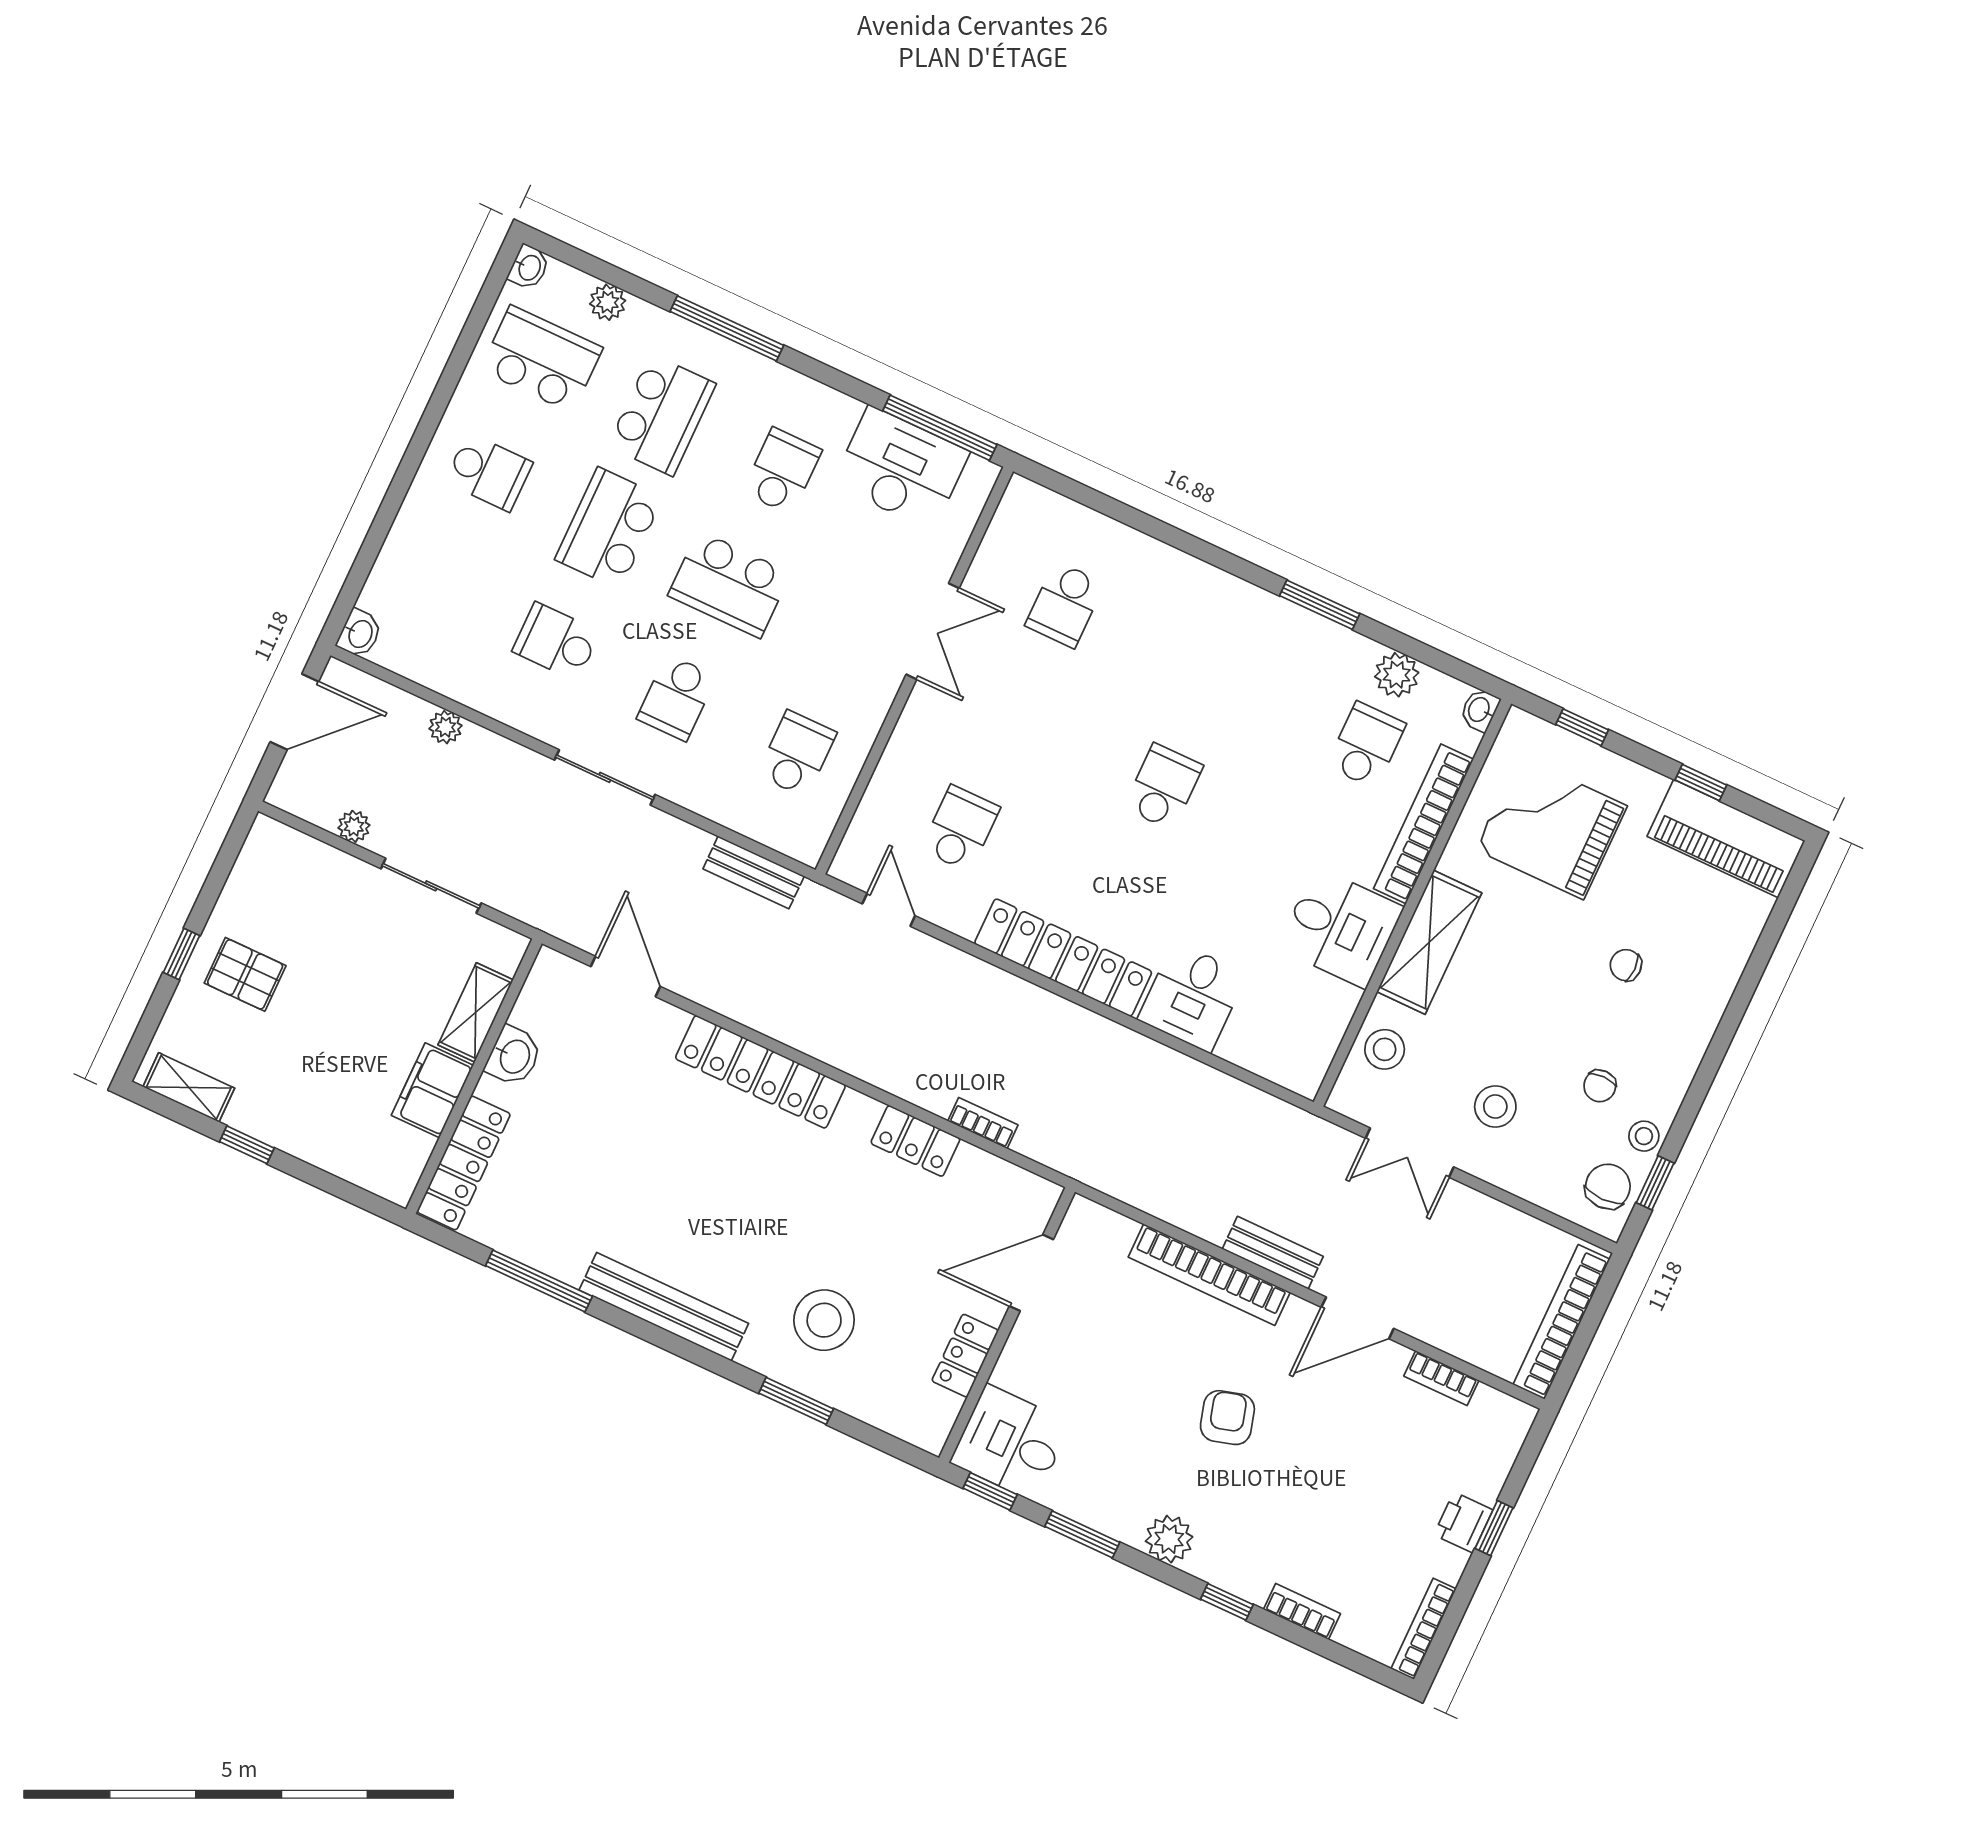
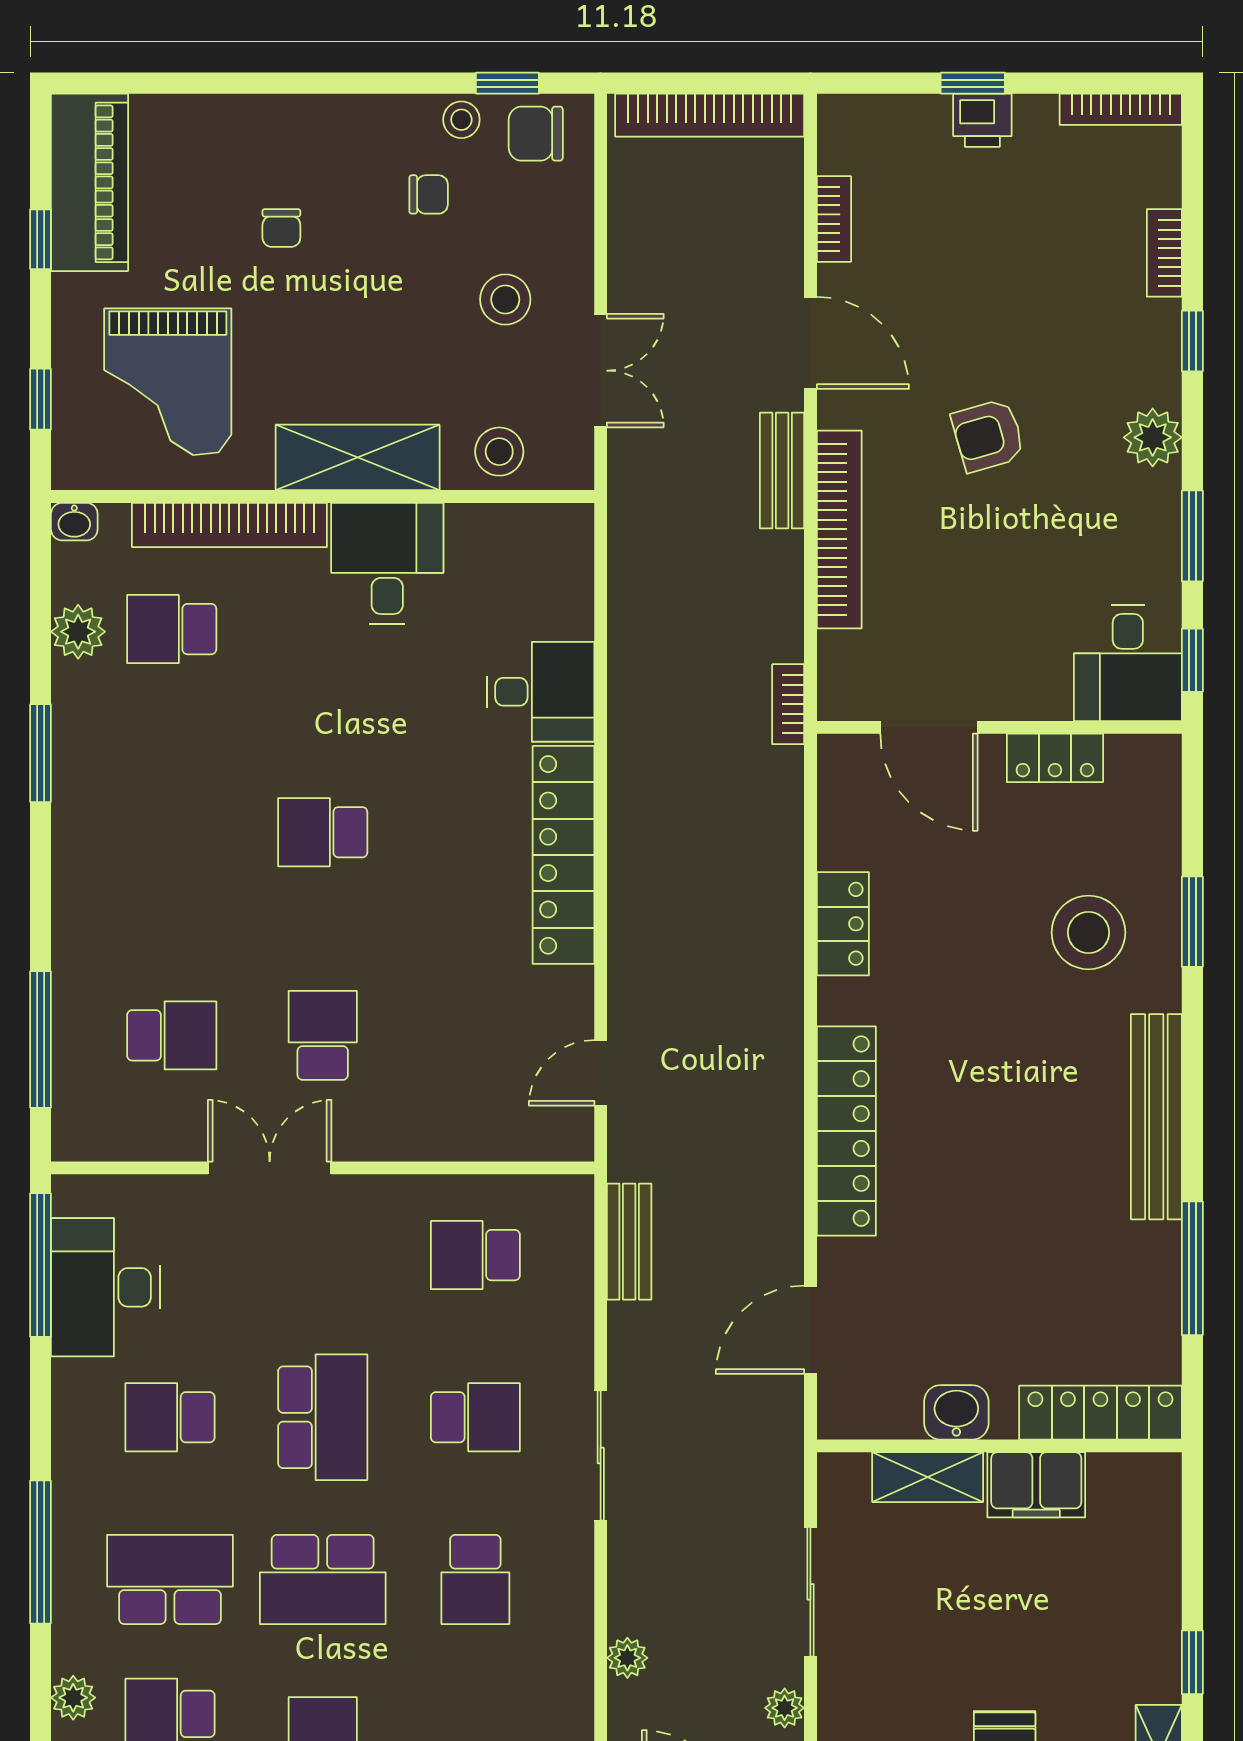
window: (1107, 506) -> (41, 1039), added
school desk: (960, 828) -> (323, 1035), moved, turned 90
bookcase: (983, 1123) -> (788, 704), moved

